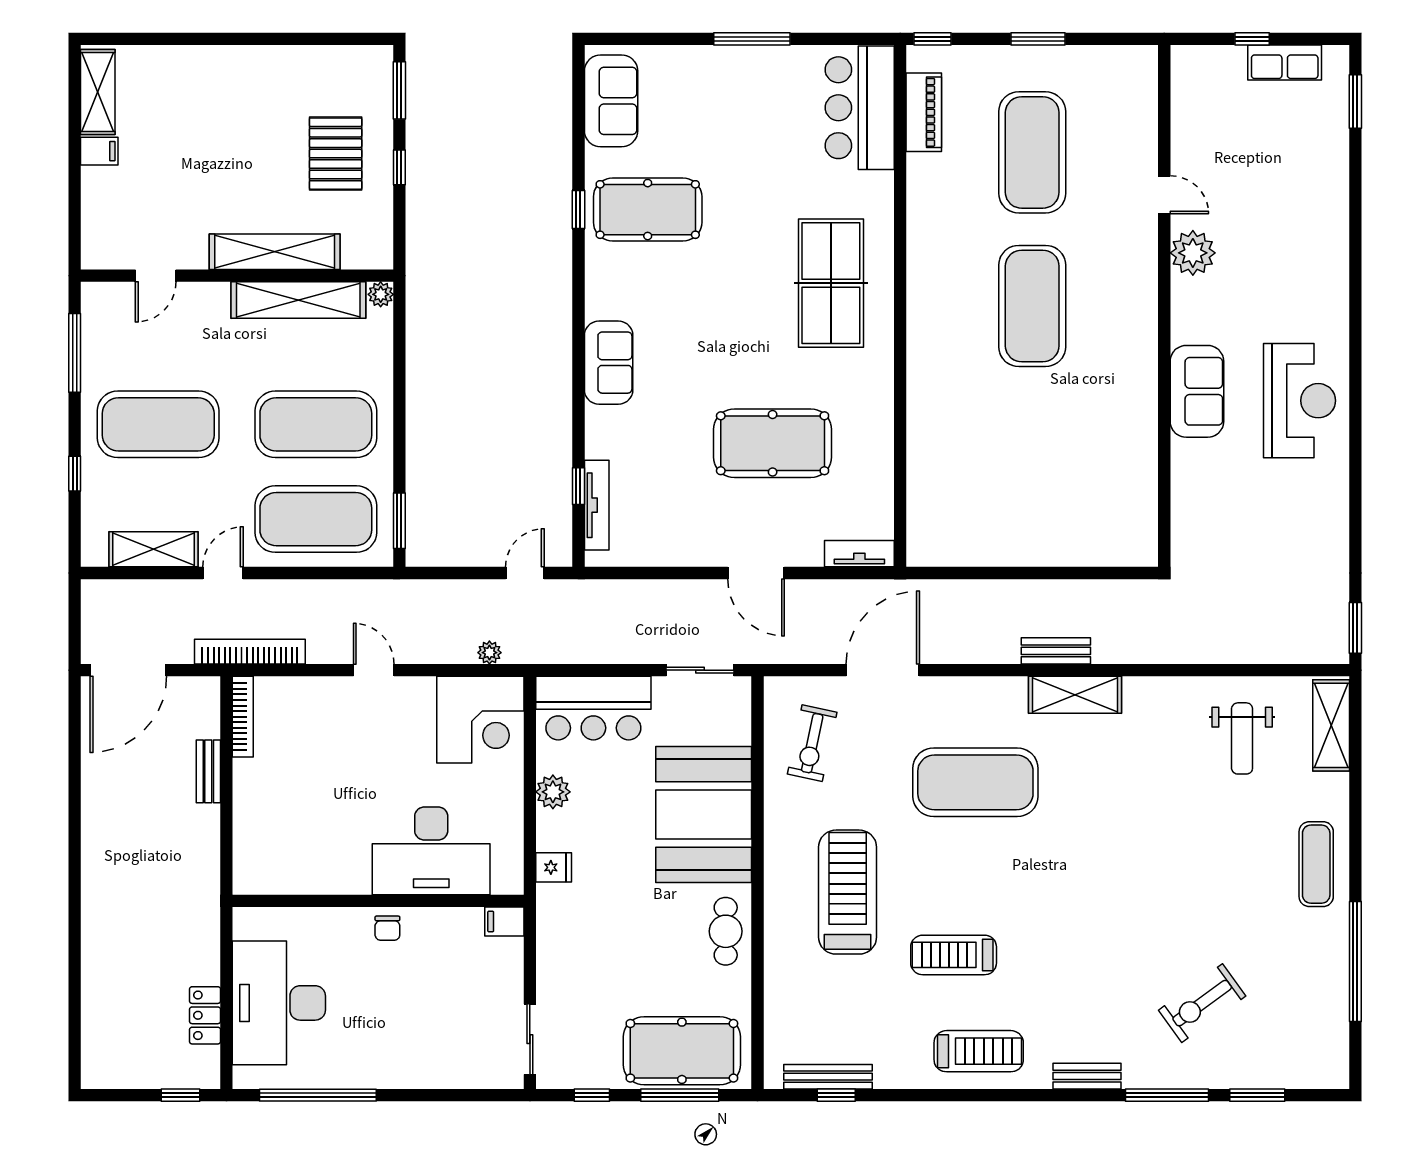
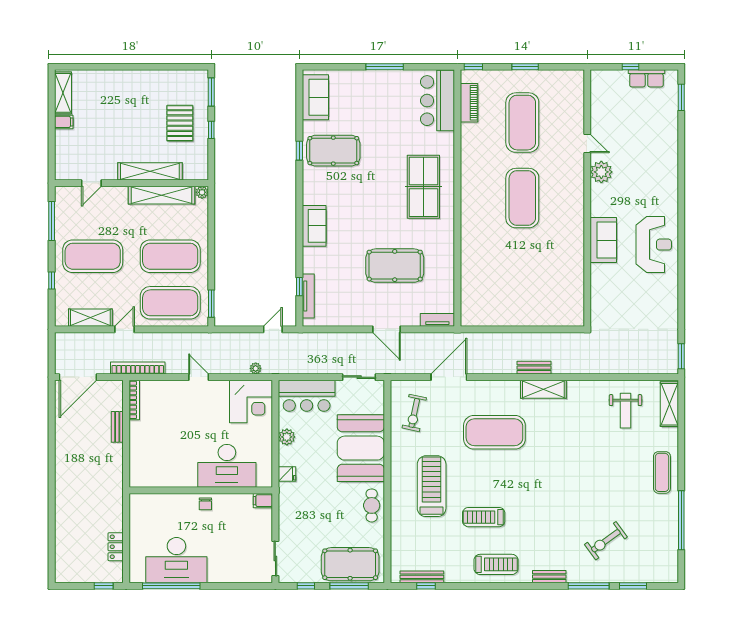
desk: (279, 1003) -> (176, 560), moved, turned -90

